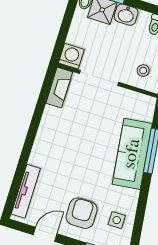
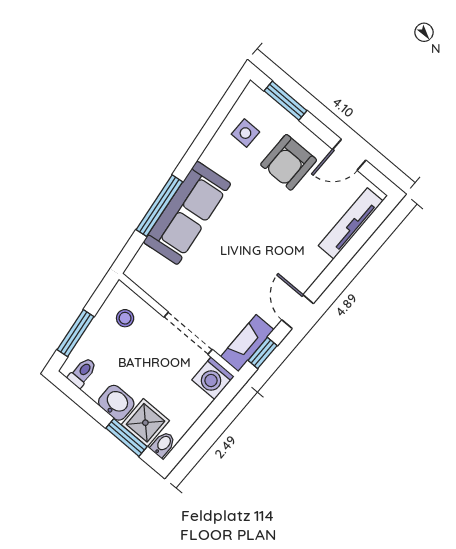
window: (47, 85) -> (263, 353), added
door: (36, 121) -> (298, 312), added

